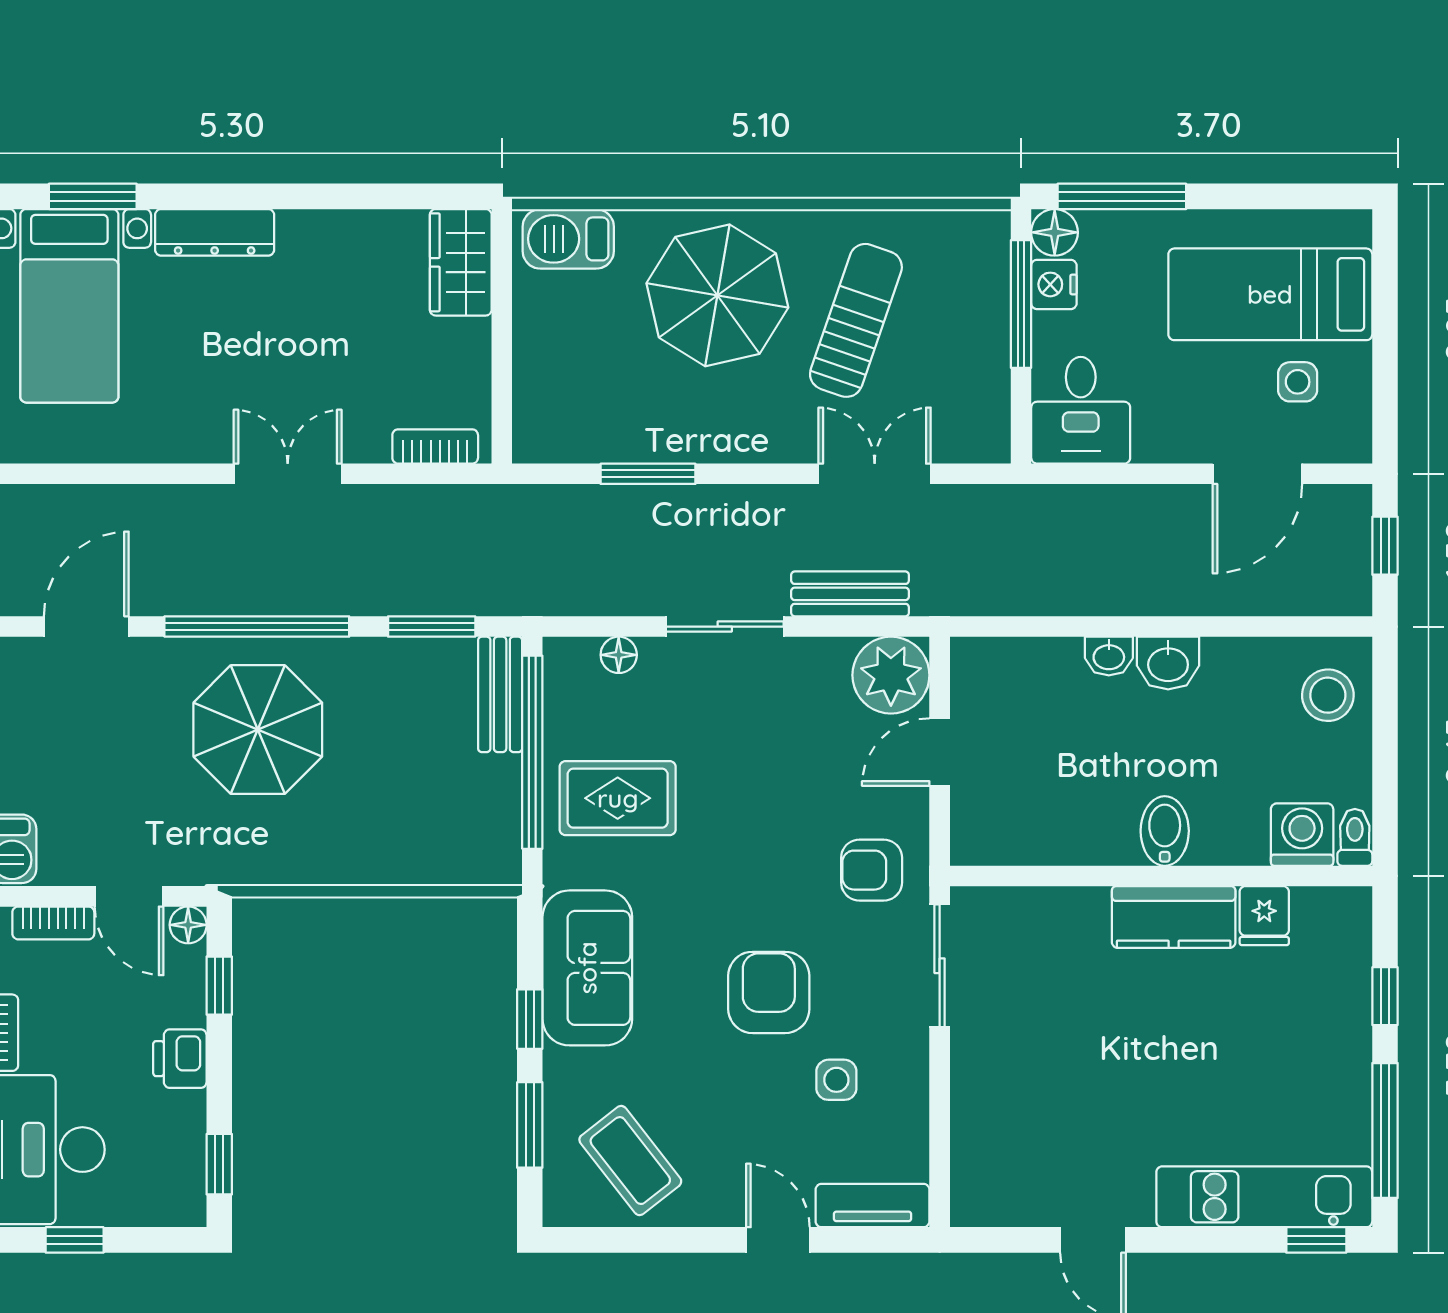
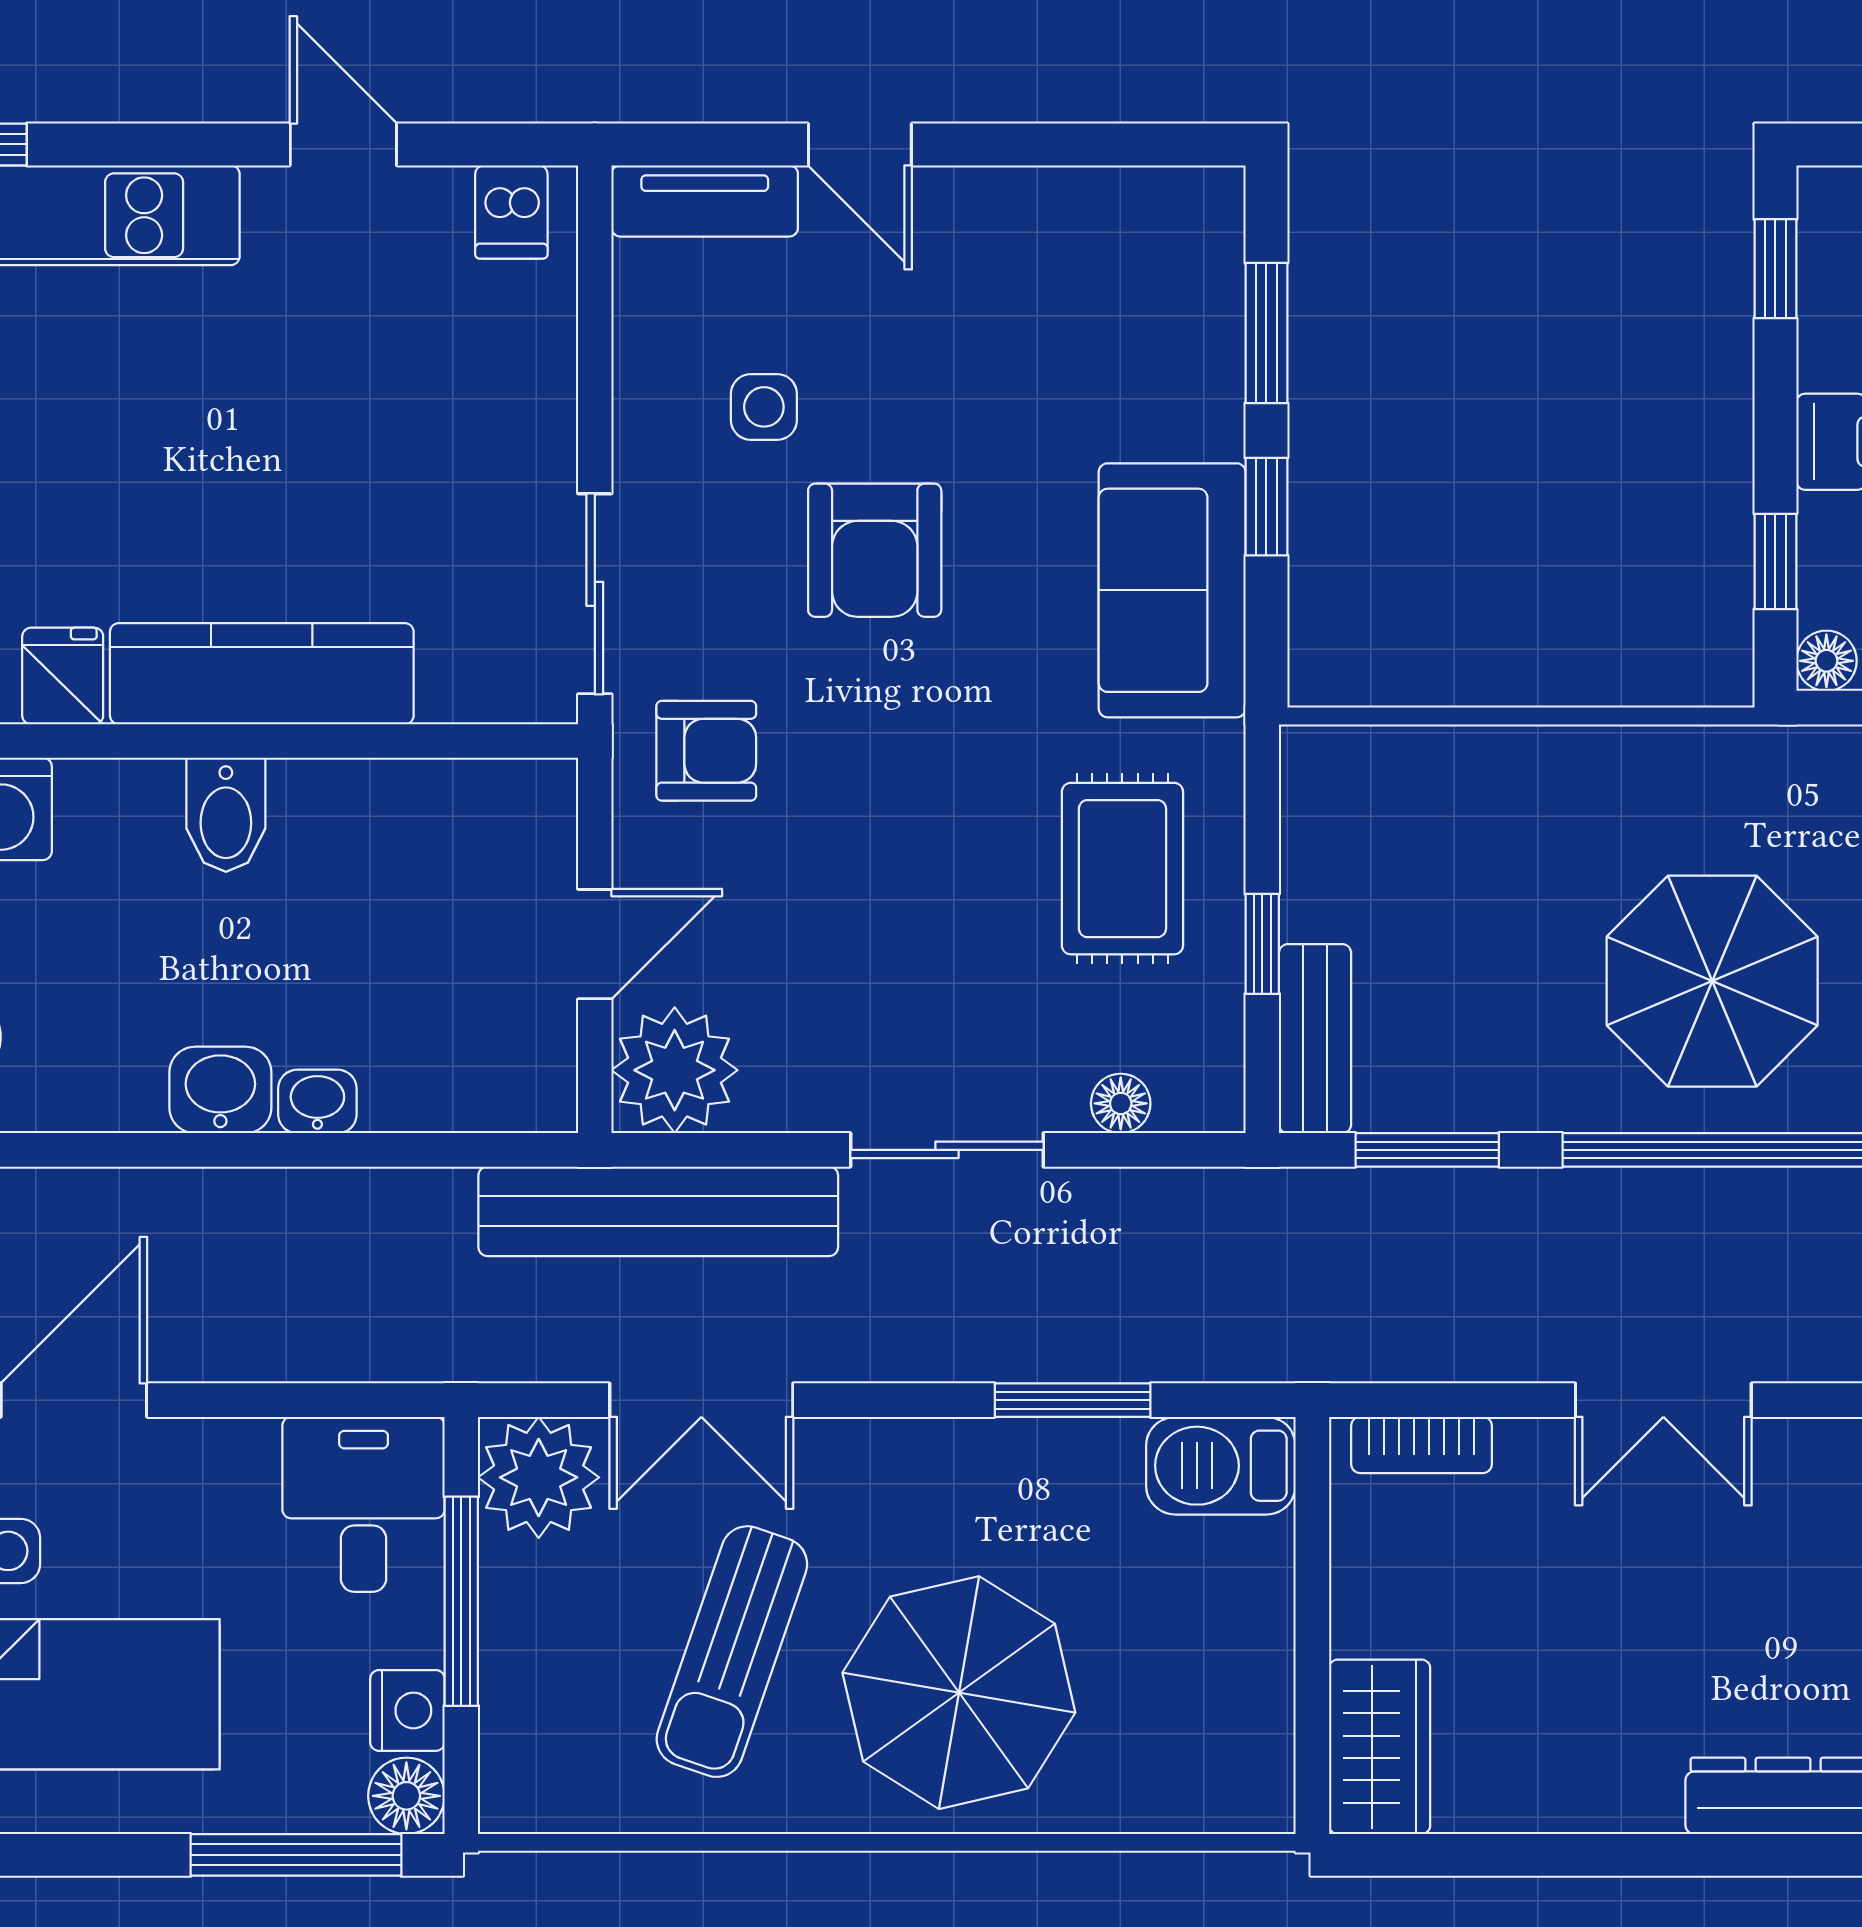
barbecue: (568, 239) -> (1221, 1466), moved, turned 180
window: (1021, 304) -> (461, 1601), moved
plant: (974, 427) -> (539, 1477), added
bench: (850, 594) -> (658, 1211), width x1.86, depth x1.21
window: (532, 752) -> (1262, 944), width x0.32
rug: (618, 798) -> (1122, 869), turned 90
kitchen counter: (1174, 917) -> (262, 674), width x1.50
coffee table: (630, 1161) -> (1102, 275), removed
dishwasher: (990, 1199) -> (511, 212), added

